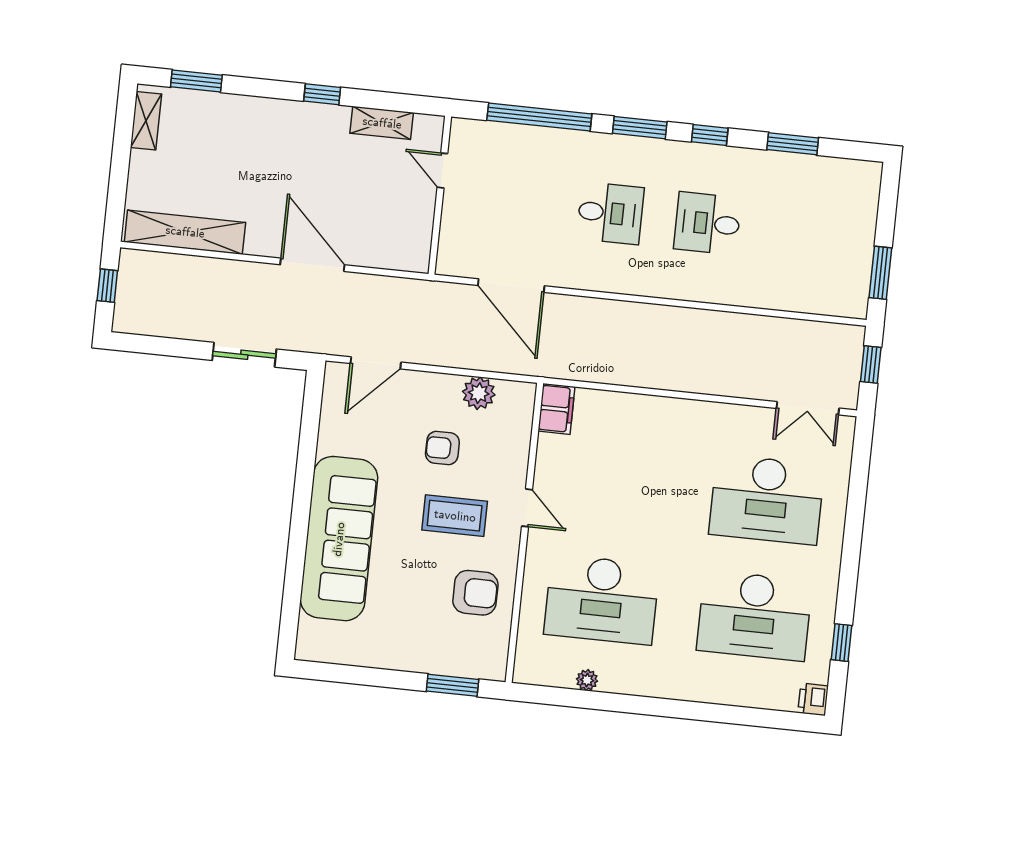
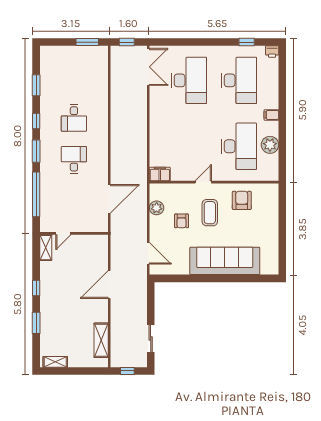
window: (196, 81) -> (36, 323), moved
shelving: (382, 123) -> (46, 248), moved
shelving: (185, 232) -> (101, 340), width x0.68
sliding door: (244, 355) -> (151, 339), moved
double door: (808, 408) -> (148, 67), width x1.37
plant: (587, 680) -> (270, 145), width x1.87, depth x1.87
filing cabinet: (666, 682) -> (271, 115), added
window: (453, 685) -> (282, 206), removed

